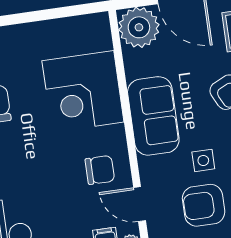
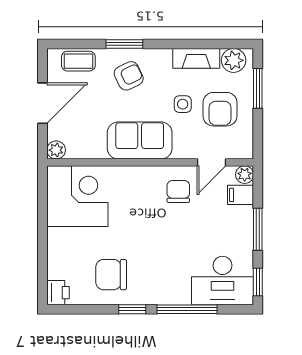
plant: (139, 27) -> (56, 150), width x0.53, depth x0.53
corner desk: (83, 91) -> (77, 196), moved, turned -90

